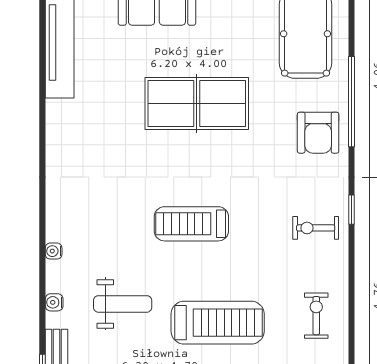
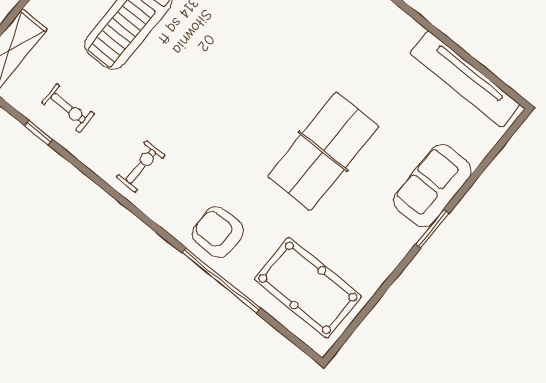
window: (351, 210) -> (39, 132), moved
treadmill: (191, 224) -> (227, 67), removed

